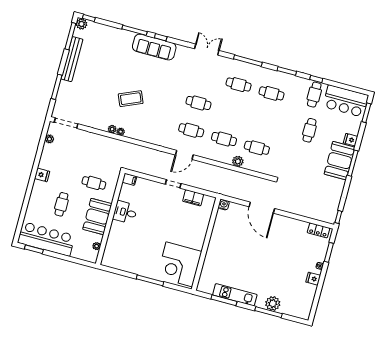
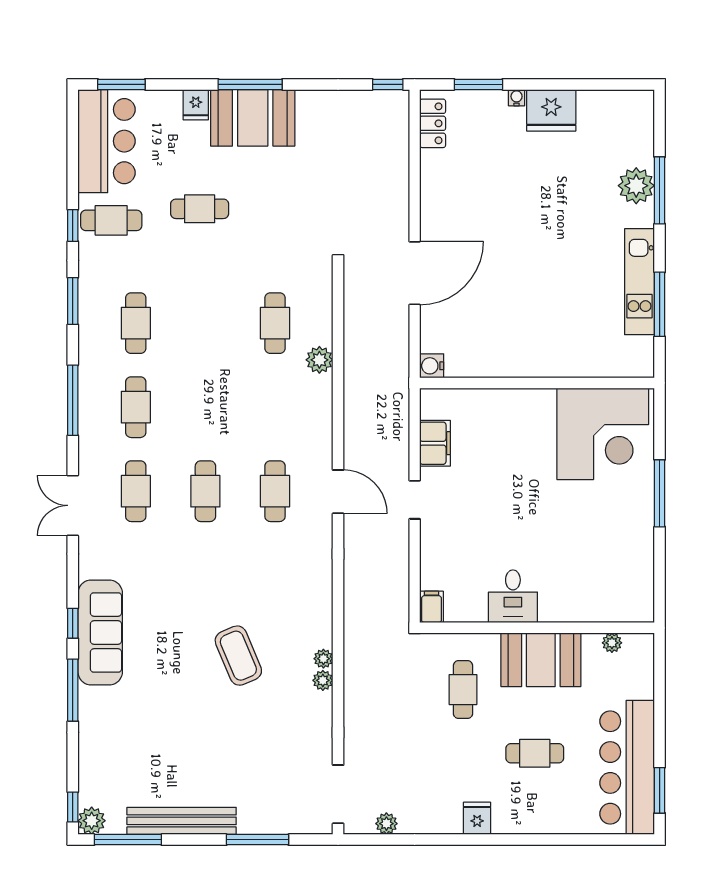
cafe table: (224, 139) -> (136, 491), moved
fridge: (313, 279) -> (551, 110), width x1.88, depth x1.34

